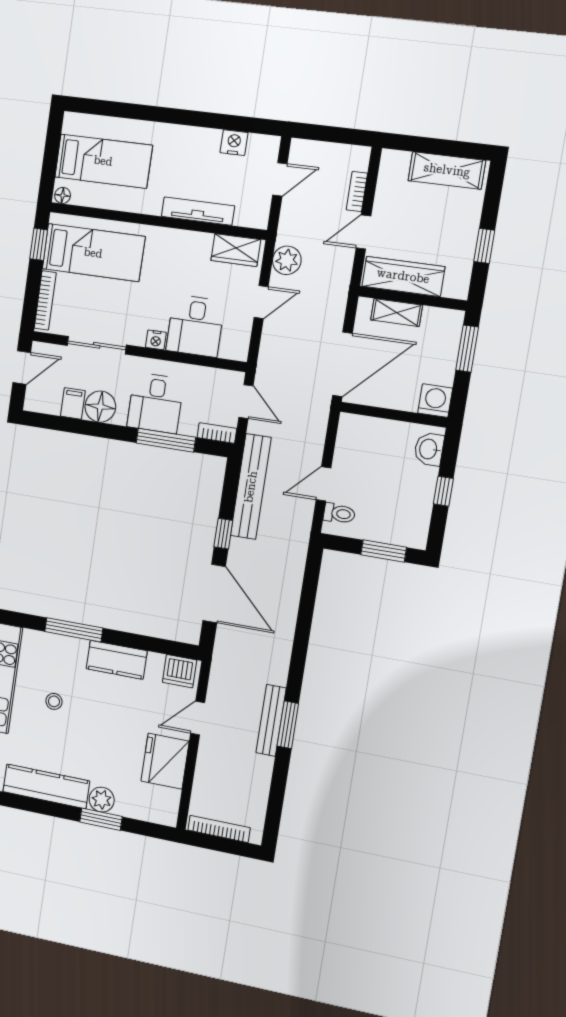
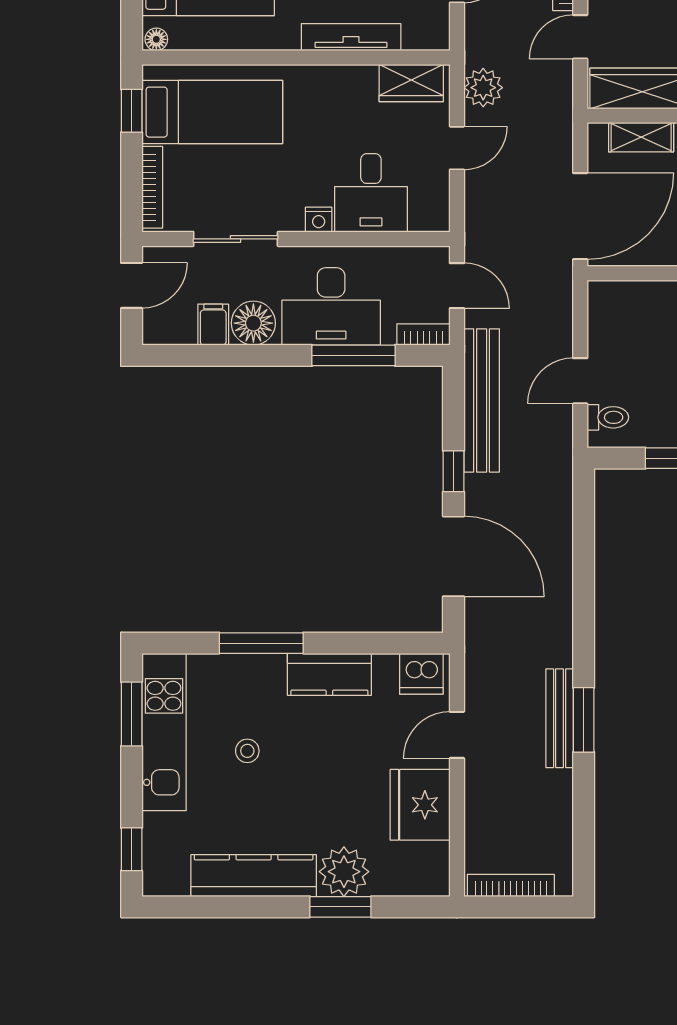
desk: (155, 403) -> (331, 306), width x1.37
plant: (102, 800) -> (344, 872), width x1.36, depth x1.36

